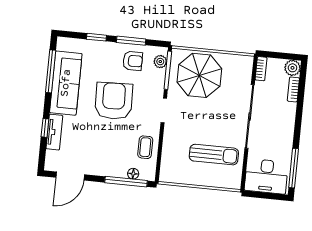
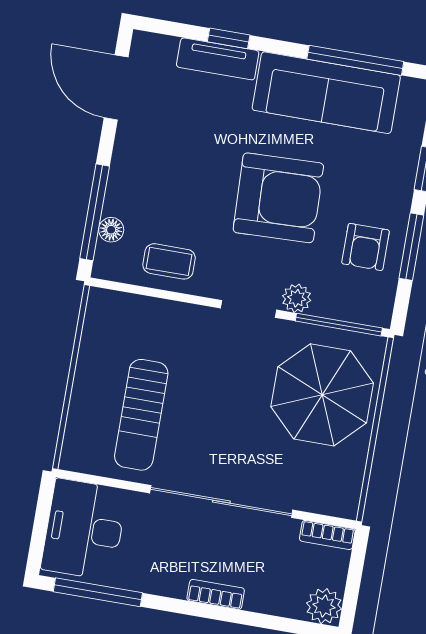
plant: (160, 62) -> (297, 298), moved
bookcase: (293, 89) -> (216, 594), moved

